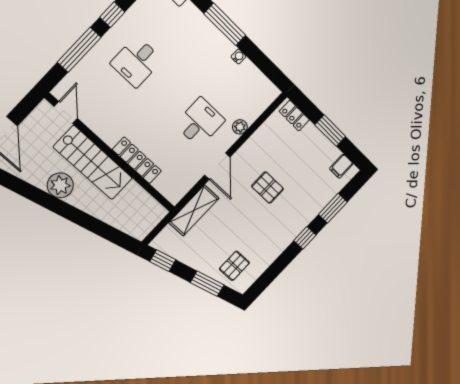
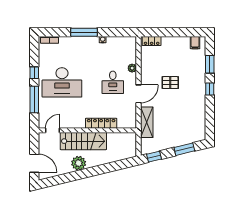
desk: (137, 62) -> (62, 82), width x1.87, depth x1.30
door: (66, 112) -> (53, 130), hinge flipped
desk: (200, 122) -> (113, 82), turned 180
window: (330, 131) -> (174, 32), removed
door: (217, 166) -> (139, 94), hinge flipped
pallet: (234, 266) -> (189, 130), removed

